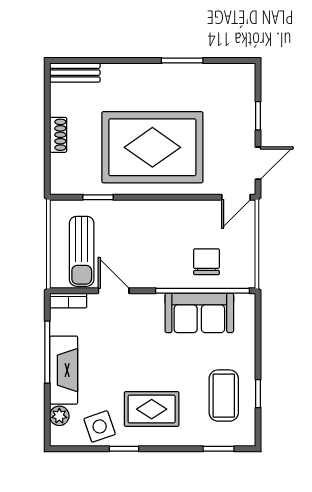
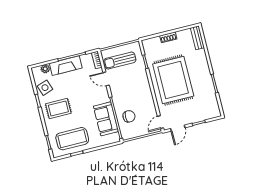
door: (258, 163) -> (178, 128), hinge flipped
door: (236, 197) -> (161, 122), hinge flipped
door: (114, 291) -> (106, 79), swing flipped
coffee table: (224, 396) -> (72, 139), width x1.36, depth x1.32
rug: (152, 409) -> (58, 108), turned 90

